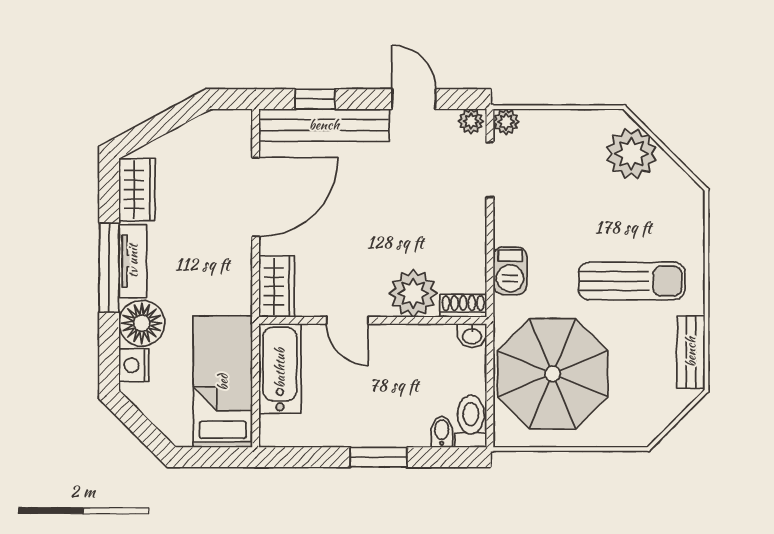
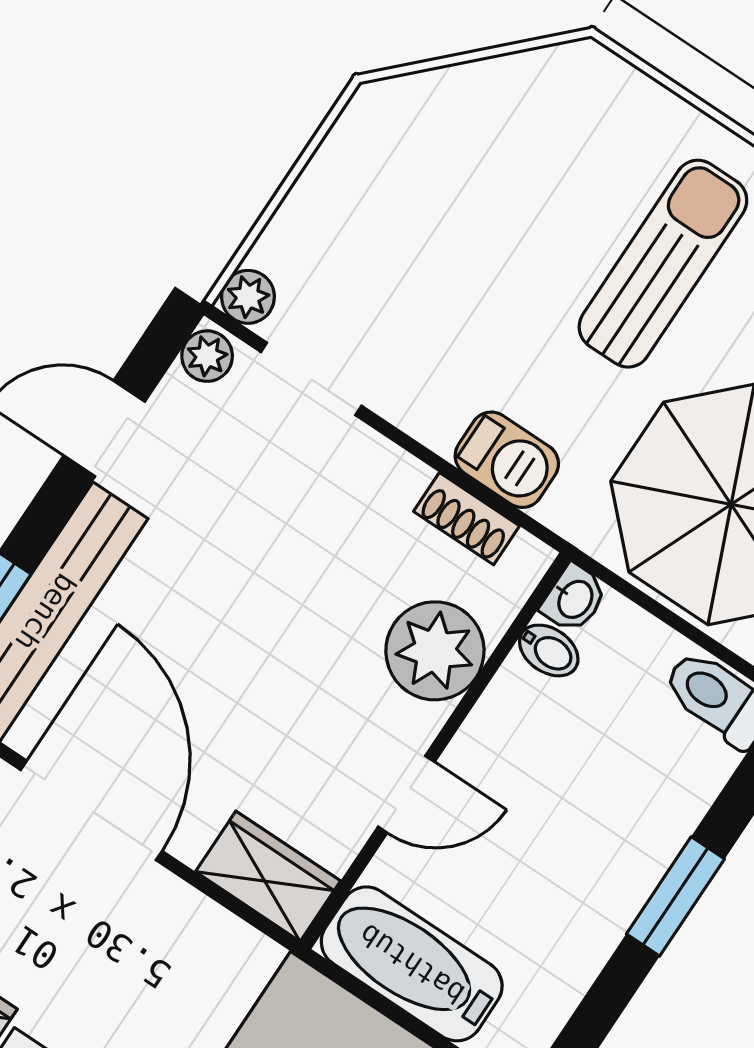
plant: (631, 154) -> (445, 119), removed
shoe rack: (463, 306) -> (467, 519), moved, turned -90
bidet: (442, 432) -> (549, 650), moved, turned 180

